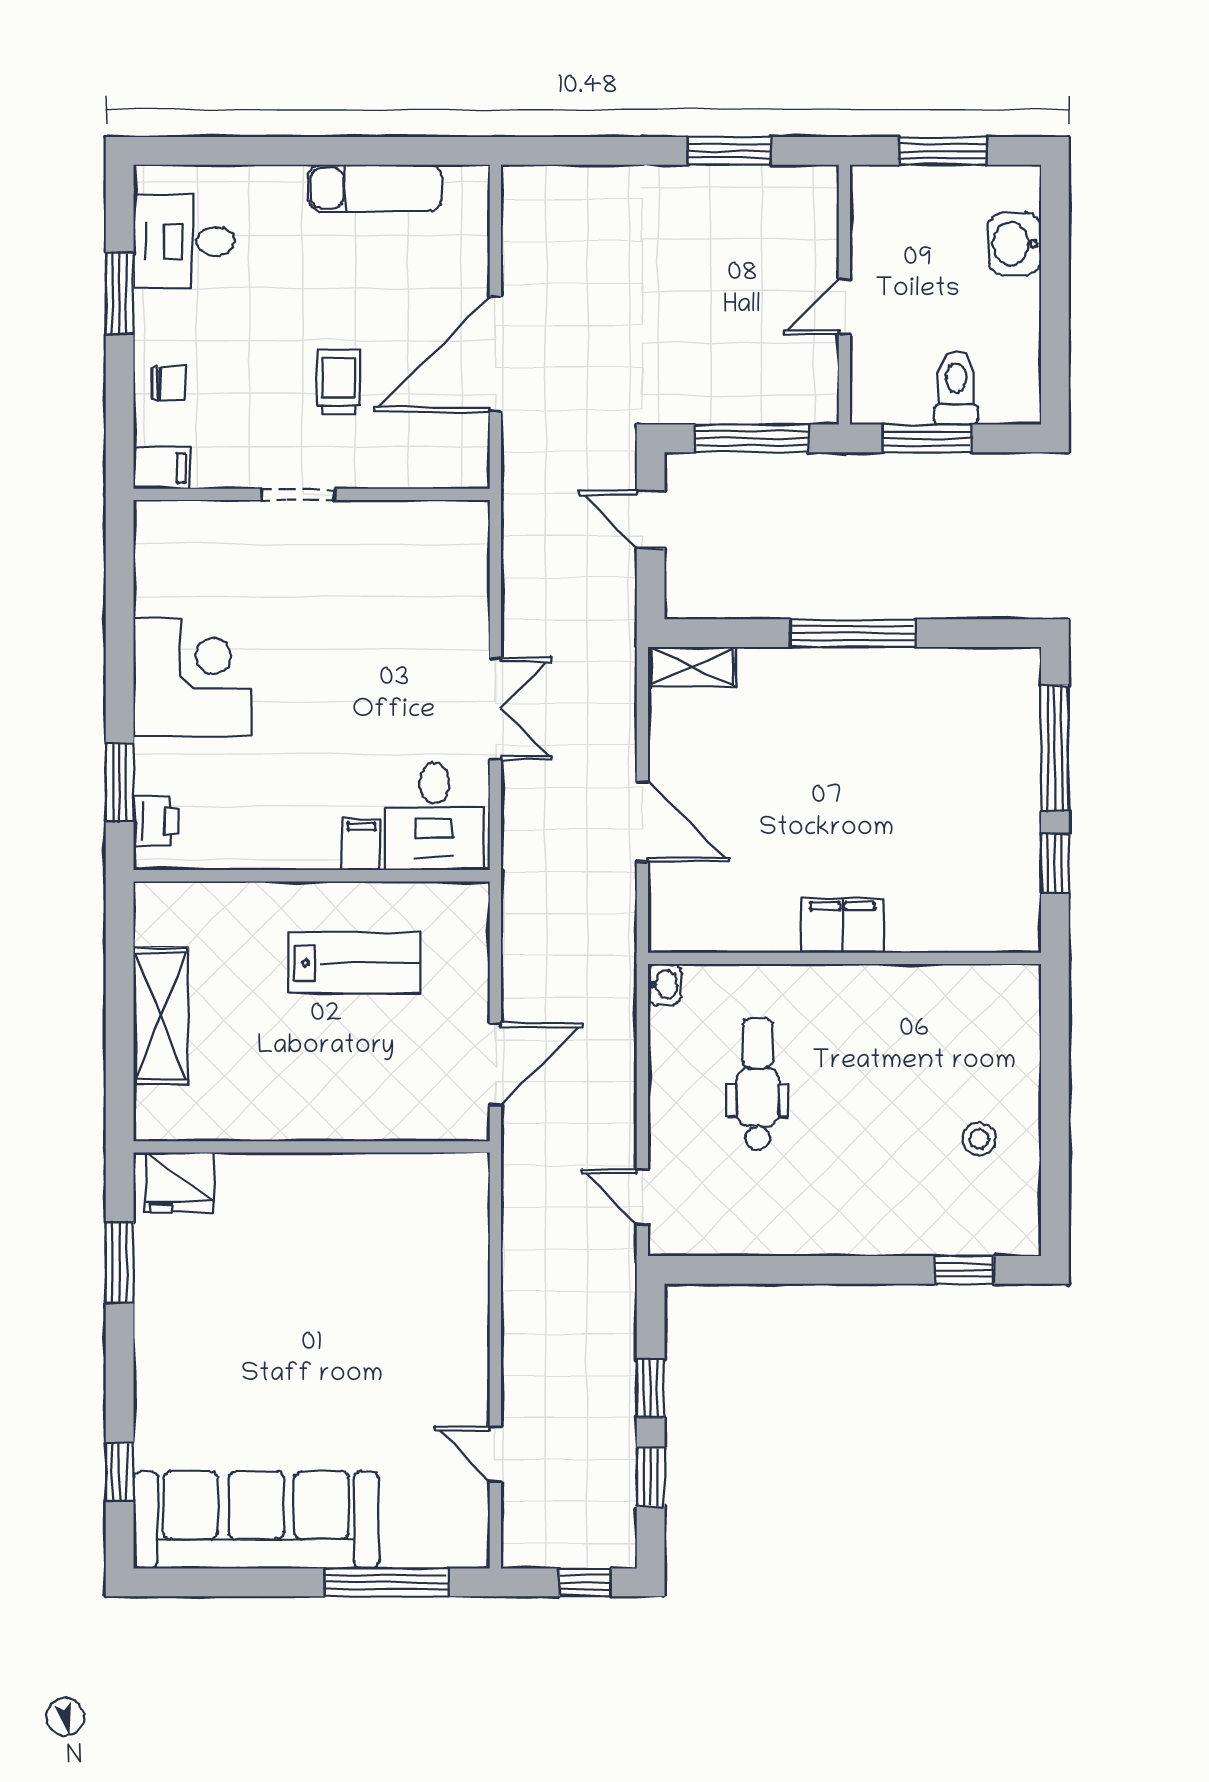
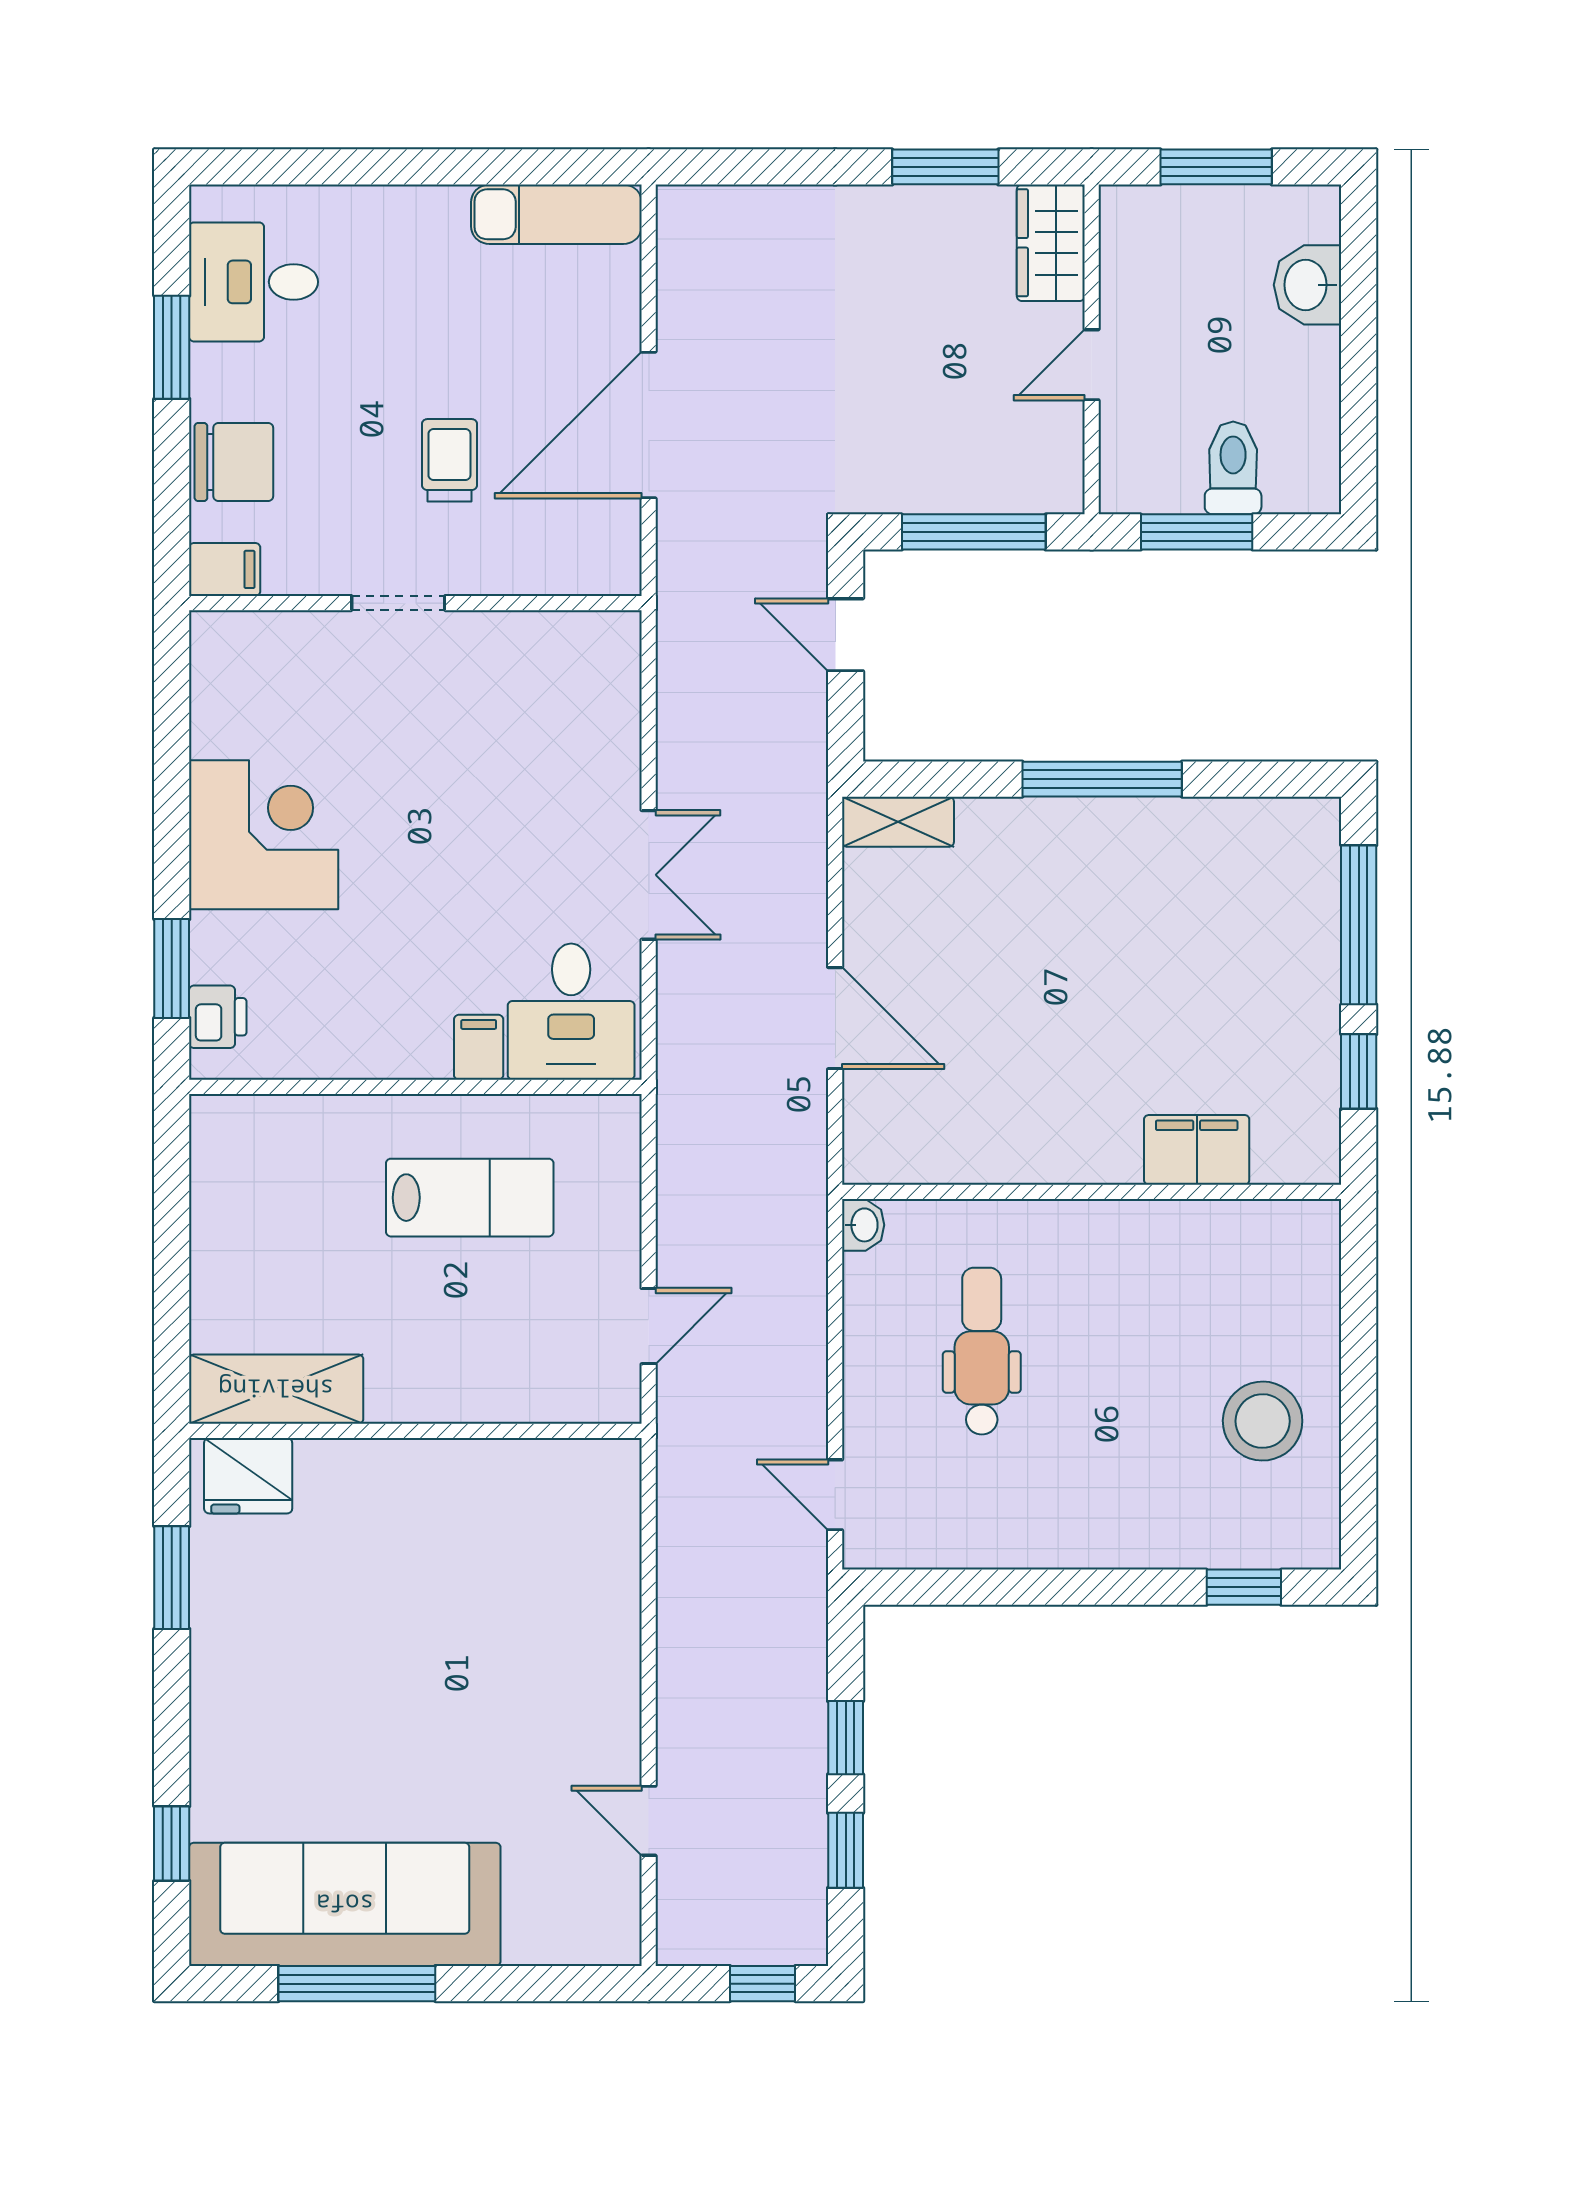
exam couch: (375, 188) -> (556, 214), moved
wardrobe: (812, 211) -> (1051, 243), added
chair: (169, 383) -> (234, 462), width x1.87, depth x1.87
filing cabinet: (843, 925) -> (1197, 1150), moved
shelving: (161, 1016) -> (276, 1389), moved, turned 90
door: (495, 1064) -> (649, 1326), width x0.73
stool: (979, 1139) -> (1263, 1421), width x1.89, depth x1.89
window: (386, 1582) -> (357, 1984), moved

